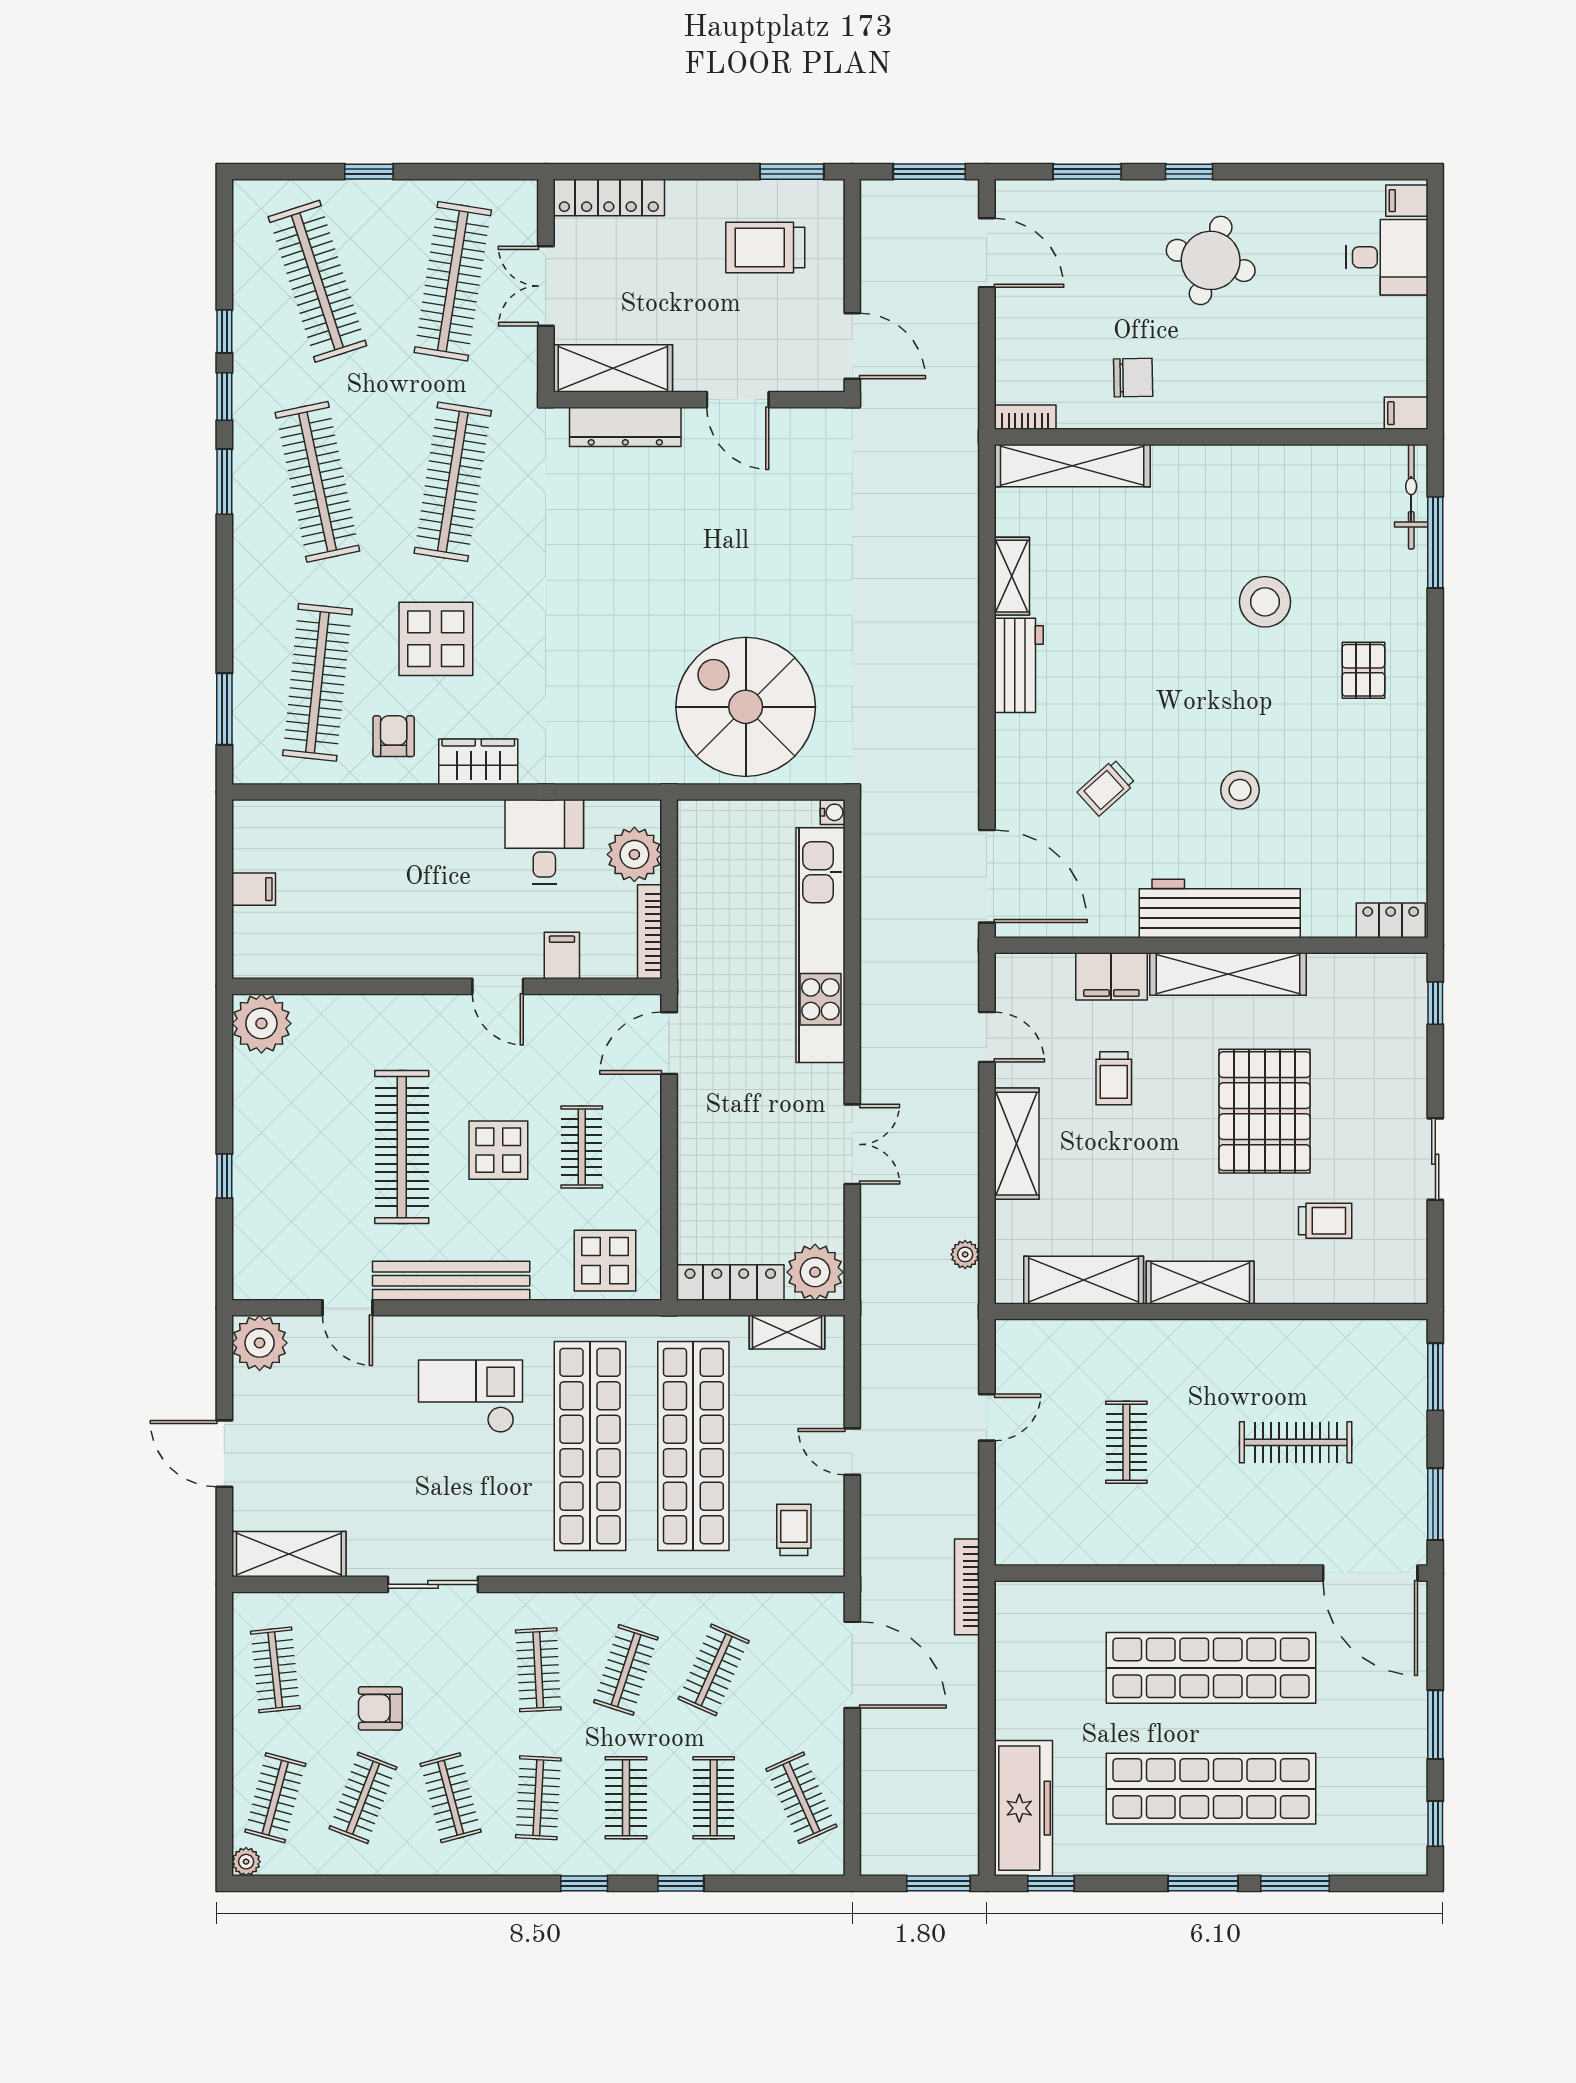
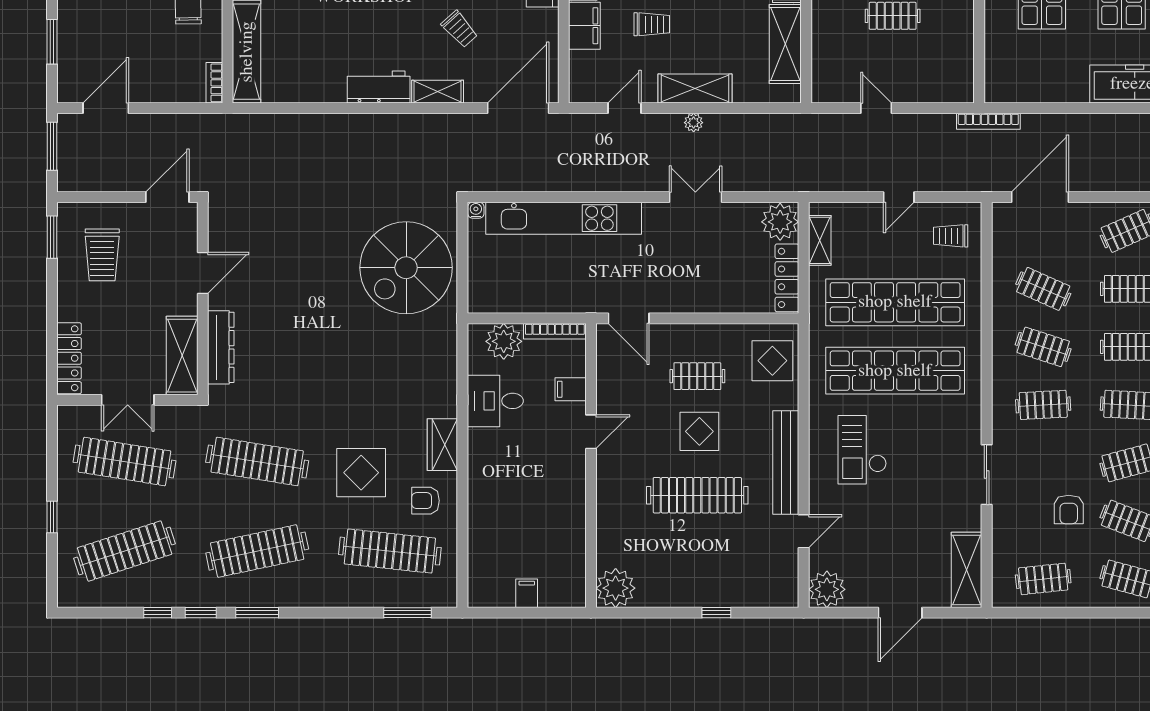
shelving: (1012, 576) -> (438, 92), moved
plant: (965, 1254) -> (694, 123), moved

